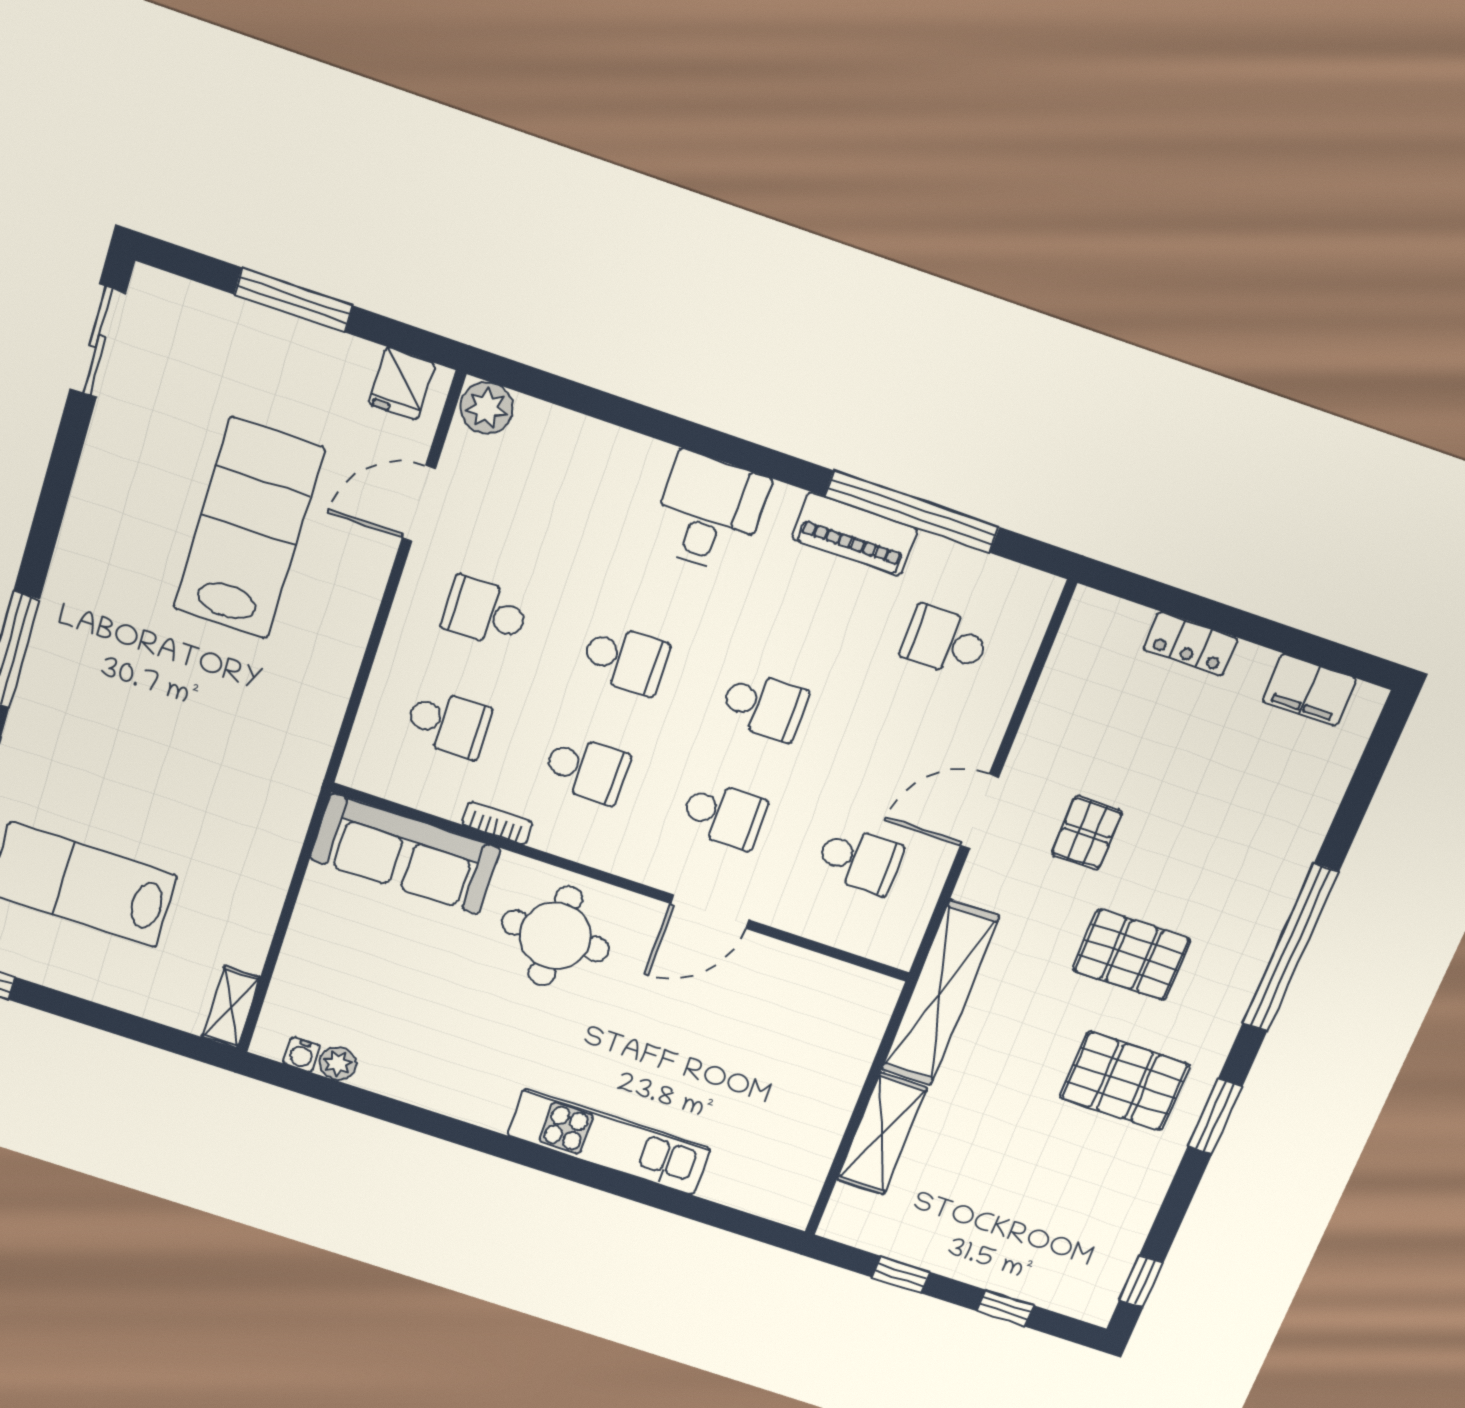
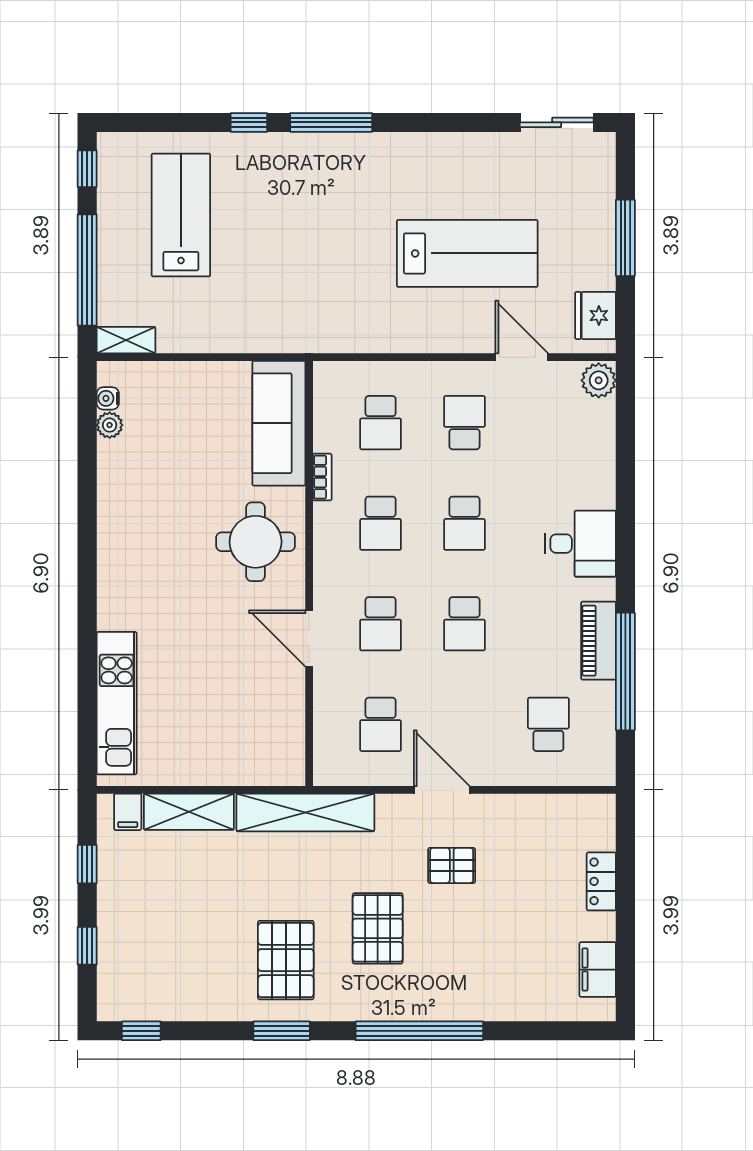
fridge: (402, 384) -> (596, 315), width x1.38
window: (123, 1024) -> (87, 270), added
kitchen unit: (609, 1142) -> (117, 703), moved
filing cabinet: (853, 1206) -> (128, 812), added

